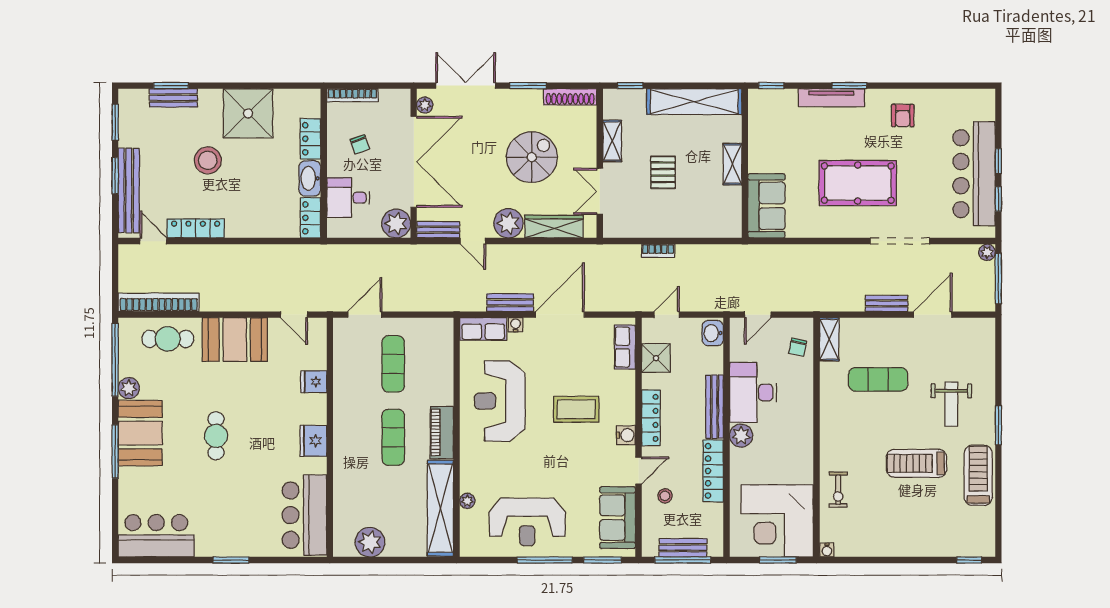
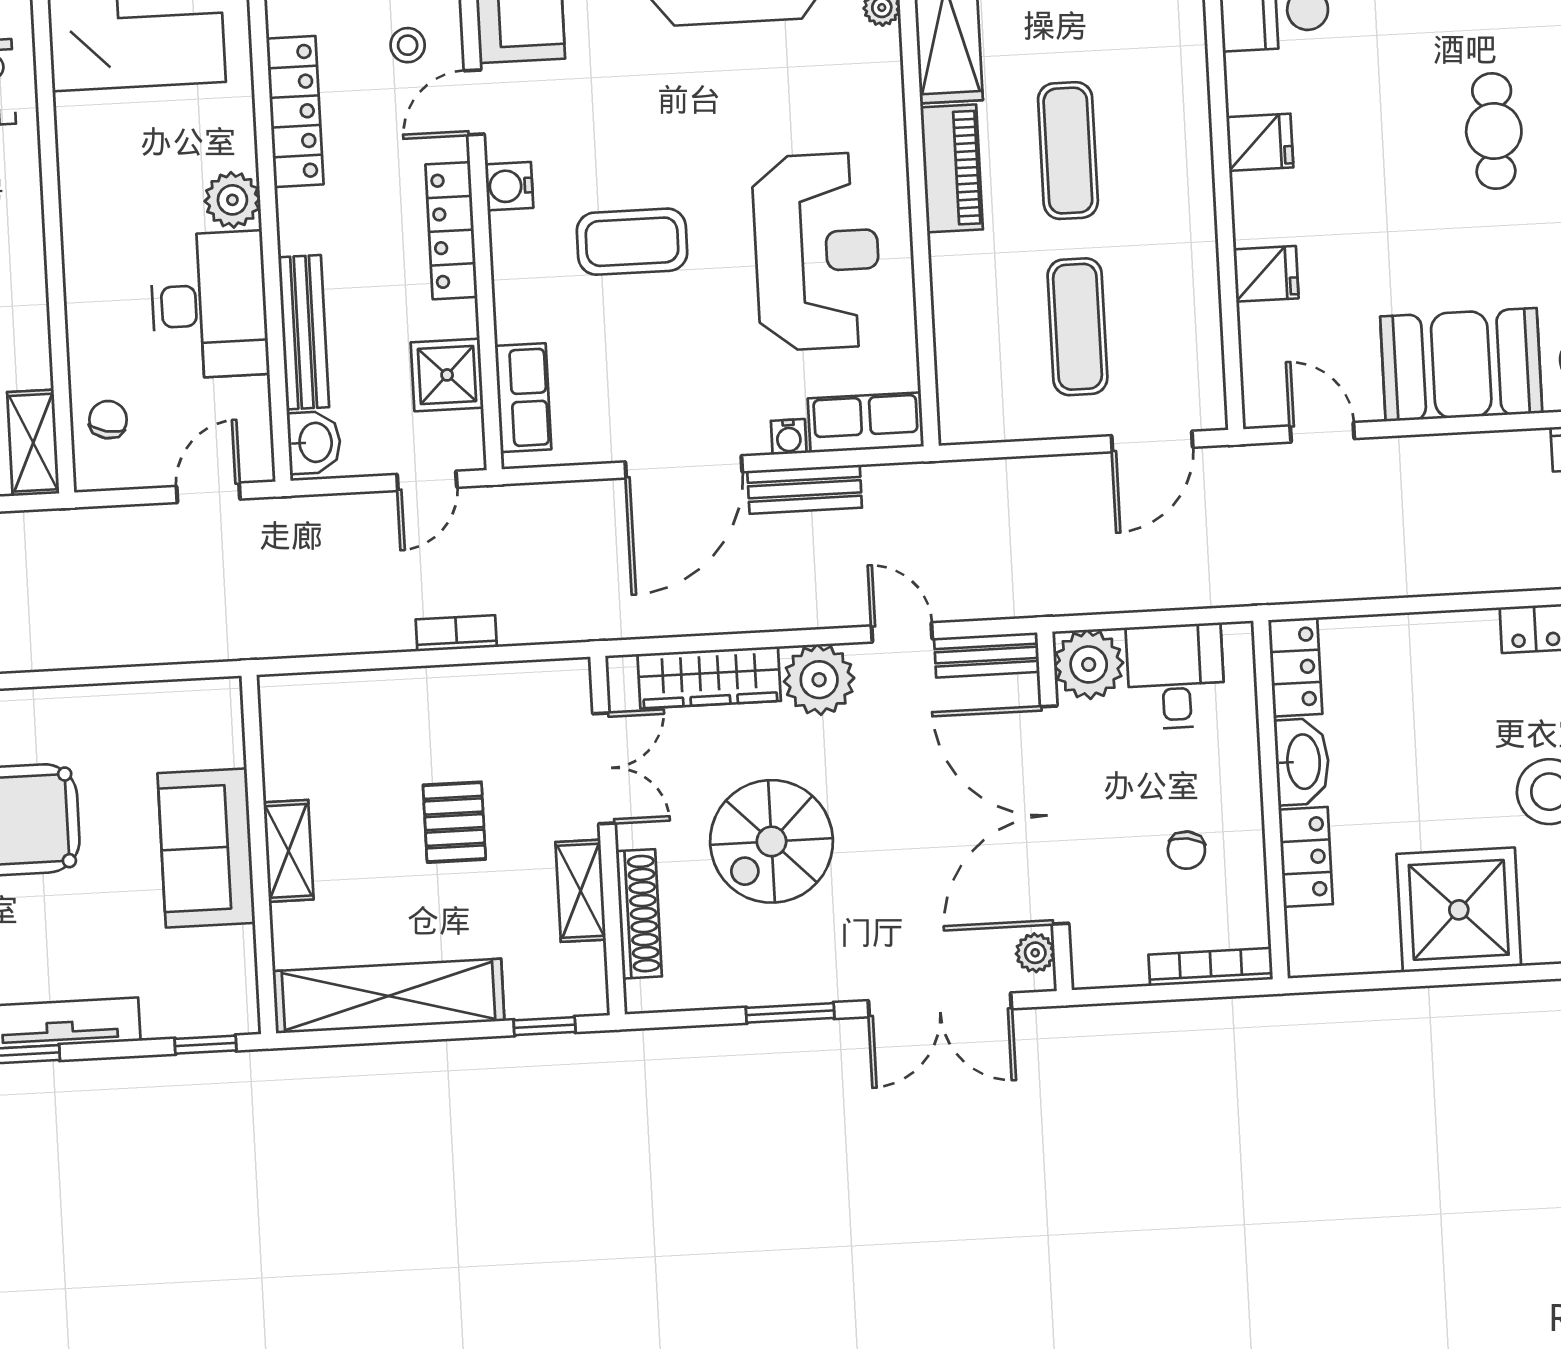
shoe rack: (570, 97) -> (639, 914), moved, turned 90
chair: (360, 144) -> (1186, 850), turned -151
desk: (348, 198) -> (1176, 676), moved, turned -90
sofa: (767, 206) -> (206, 848), moved
bench: (715, 407) -> (304, 332), moved
fridge: (313, 441) -> (1260, 142), width x0.72

